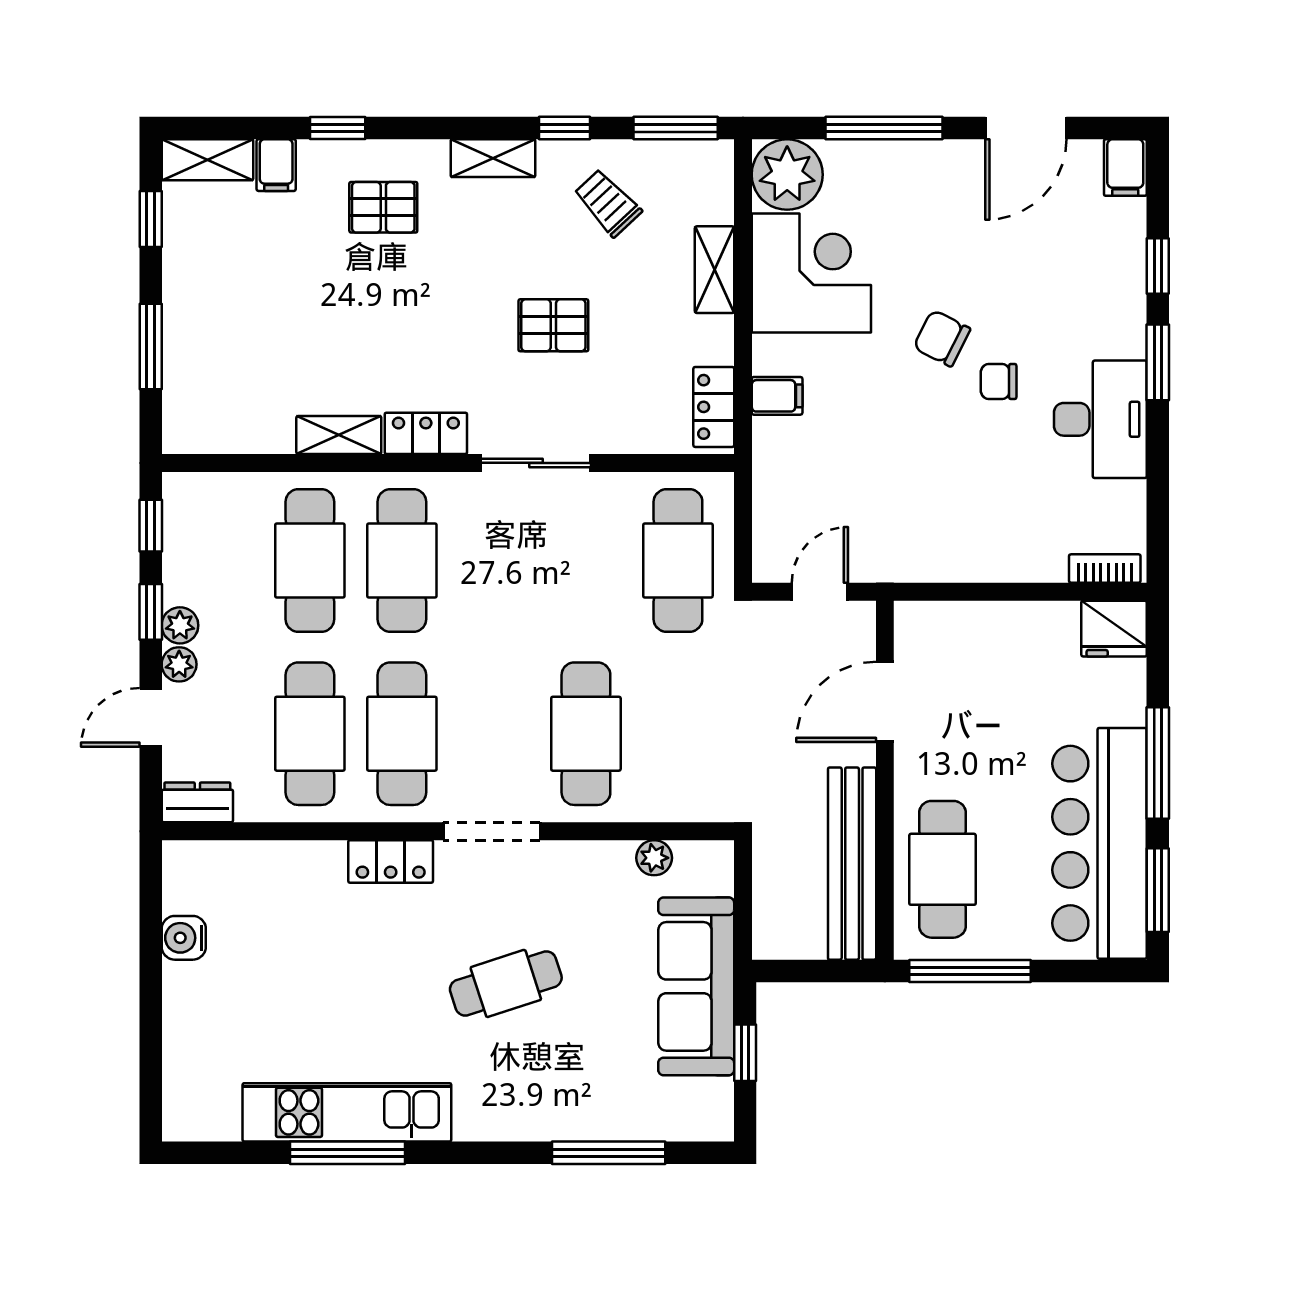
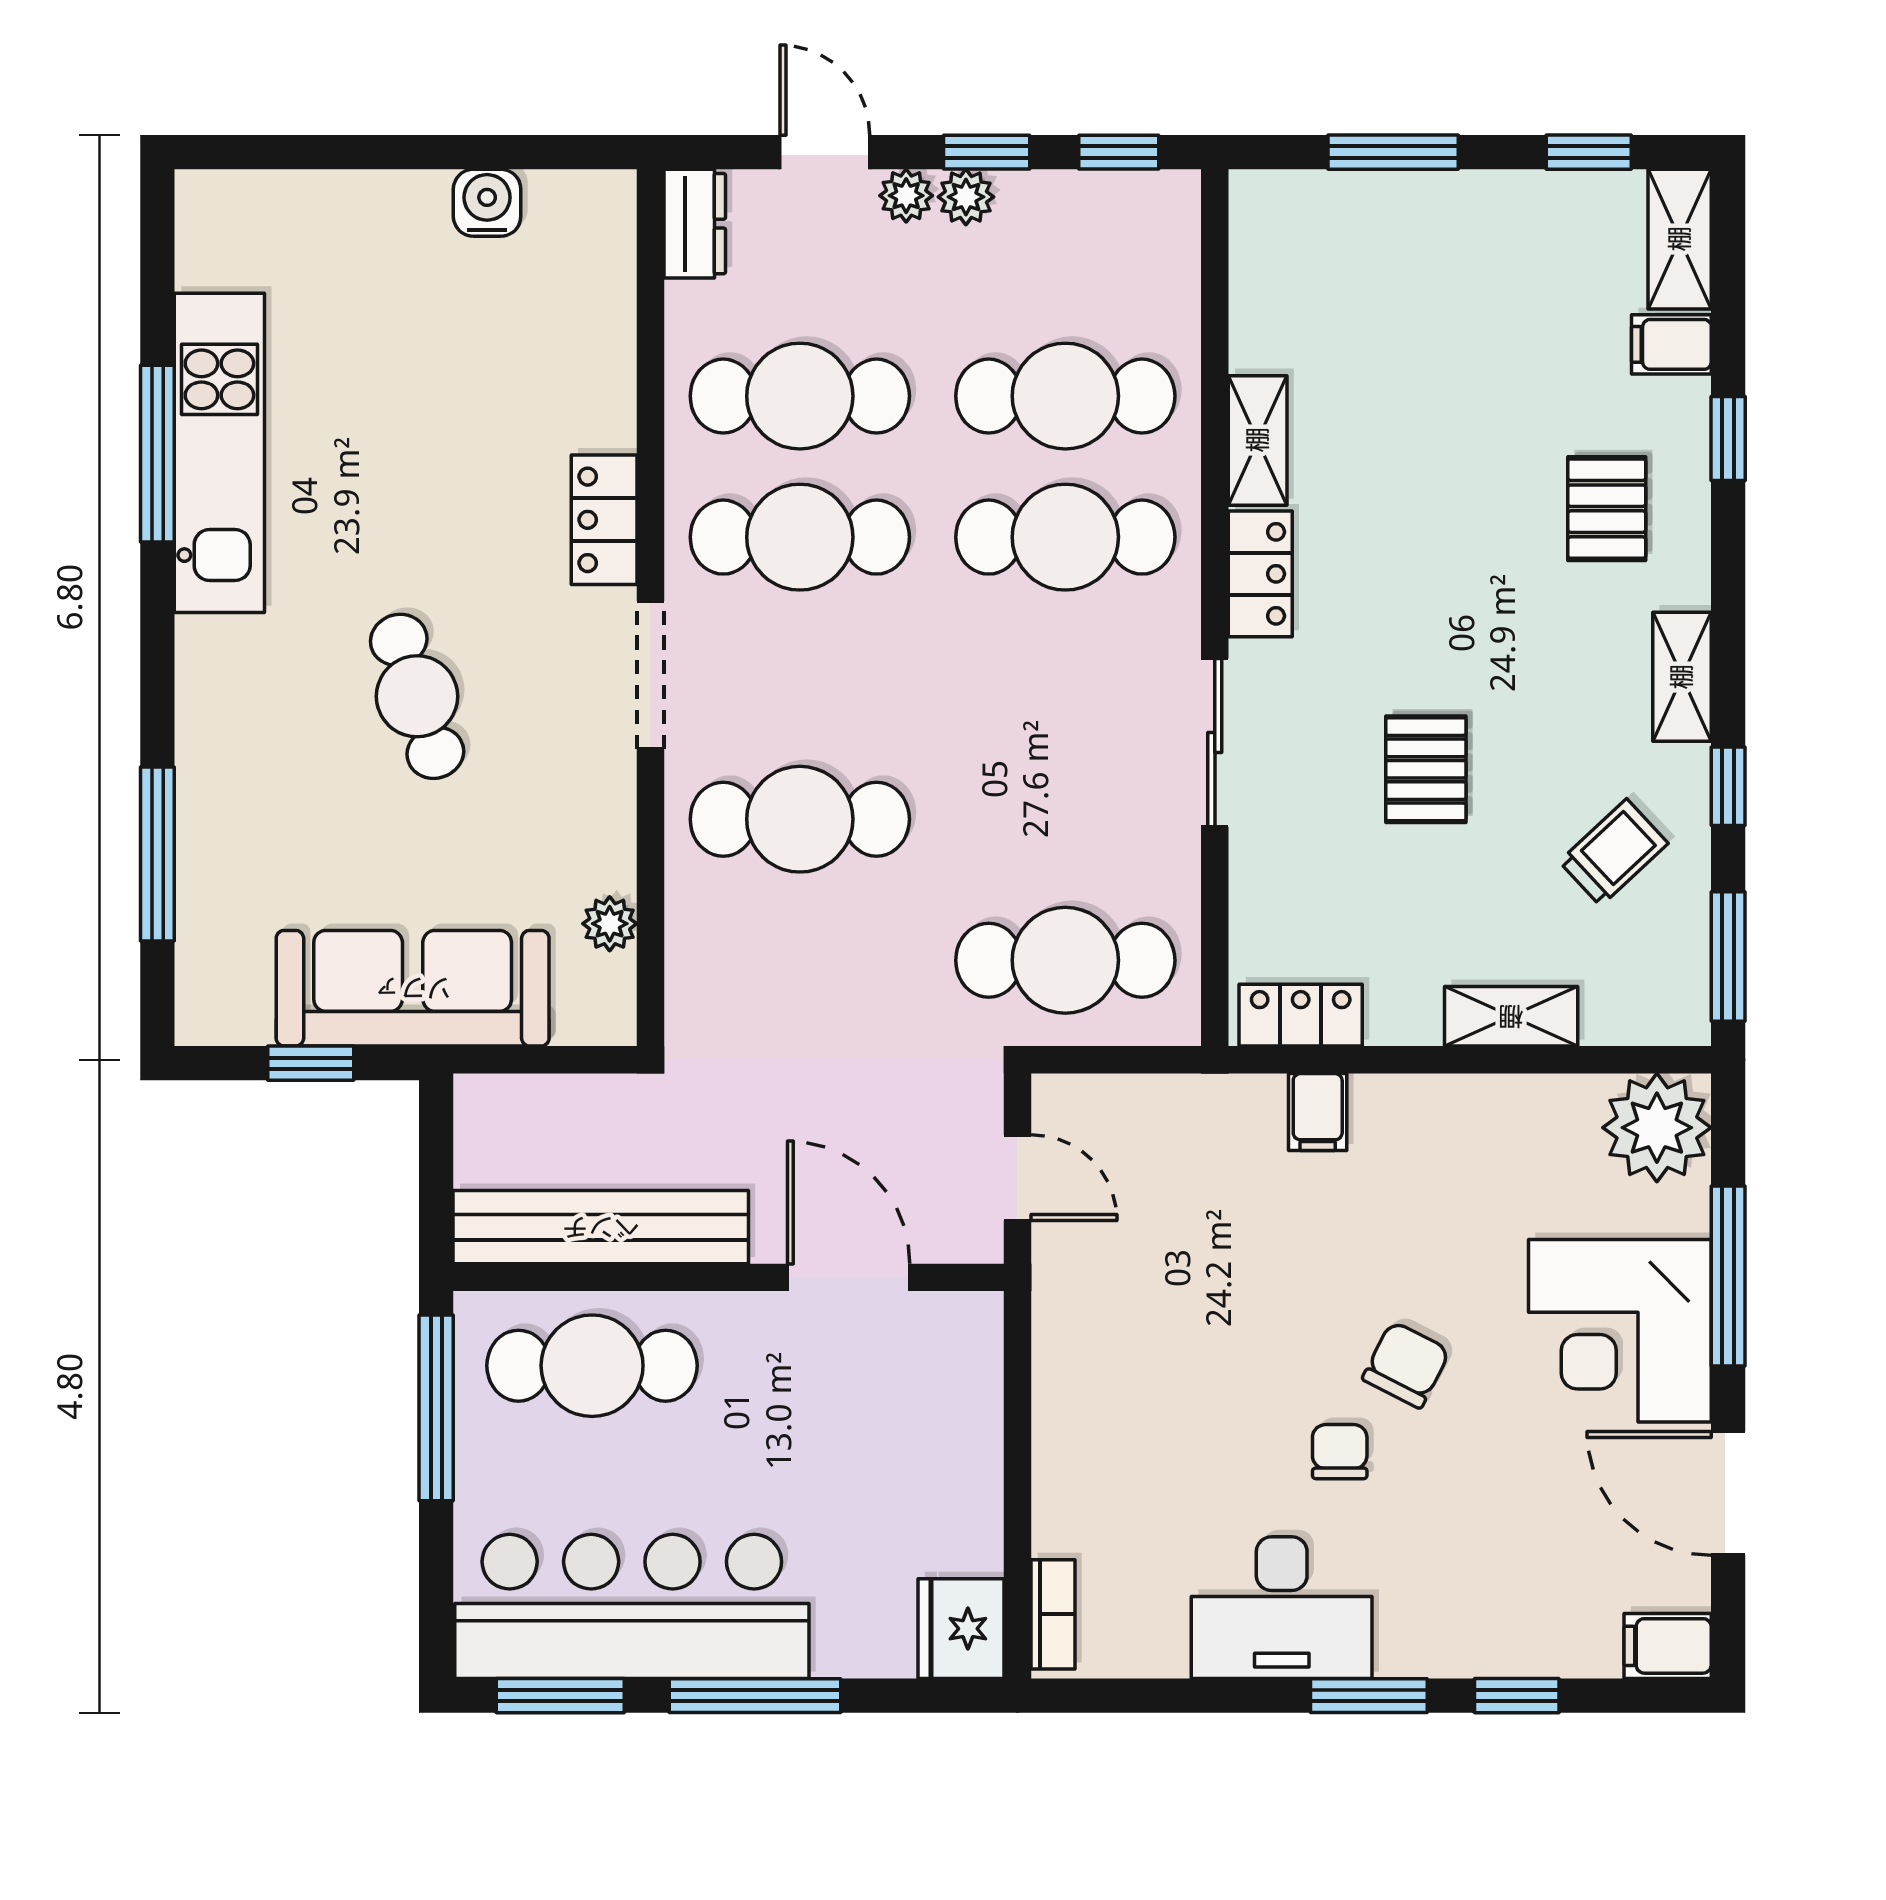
corner desk: (811, 273) -> (1620, 1331), moved, turned 90

